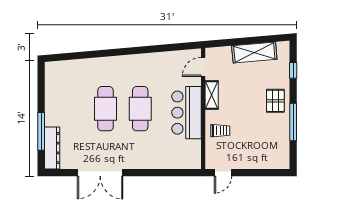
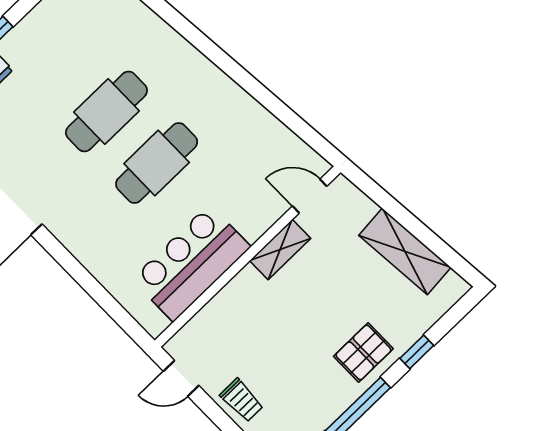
window: (293, 70) -> (417, 352), moved
bar counter: (186, 113) -> (191, 263), moved
trolley: (220, 131) -> (242, 400), moved

